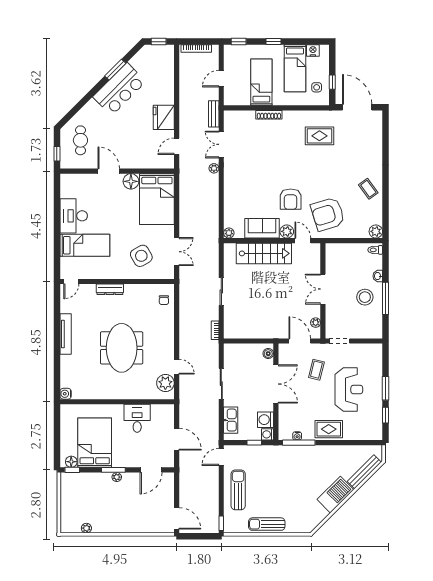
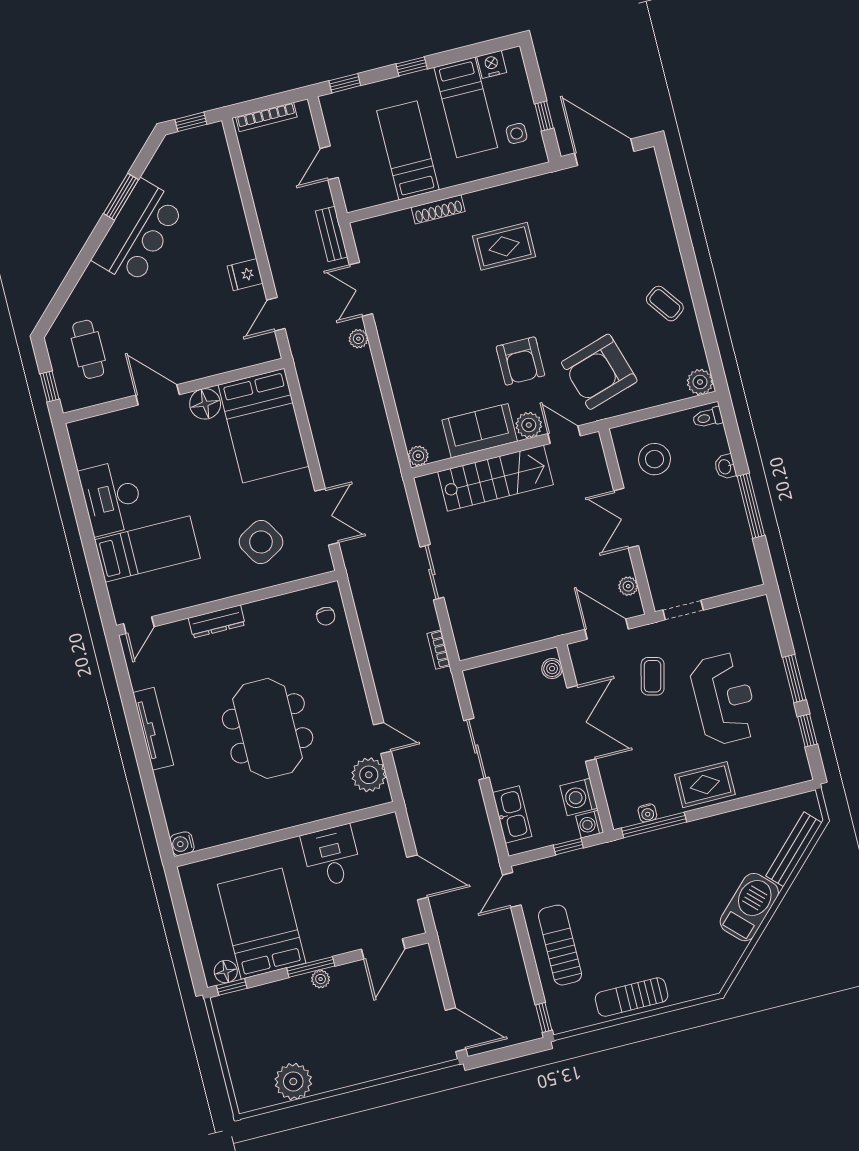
fridge: (164, 117) -> (245, 275), width x0.53, depth x0.75
rug: (319, 136) -> (504, 246), moved
stool: (365, 297) -> (654, 459), moved
plant: (86, 528) -> (293, 1081), width x1.88, depth x1.88

